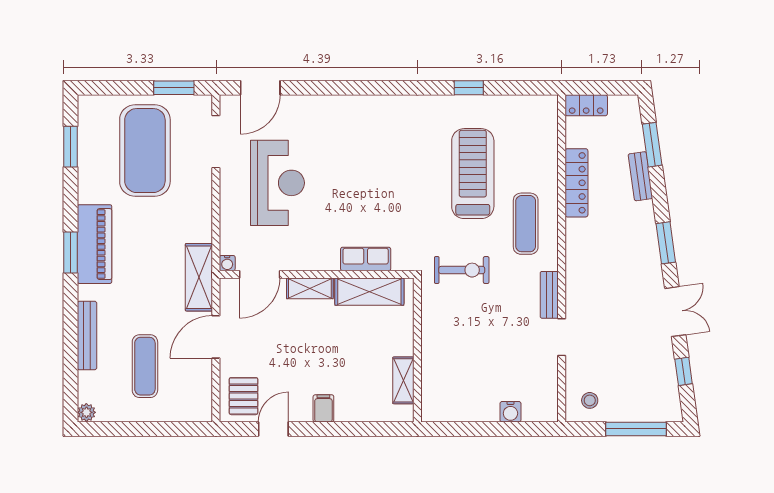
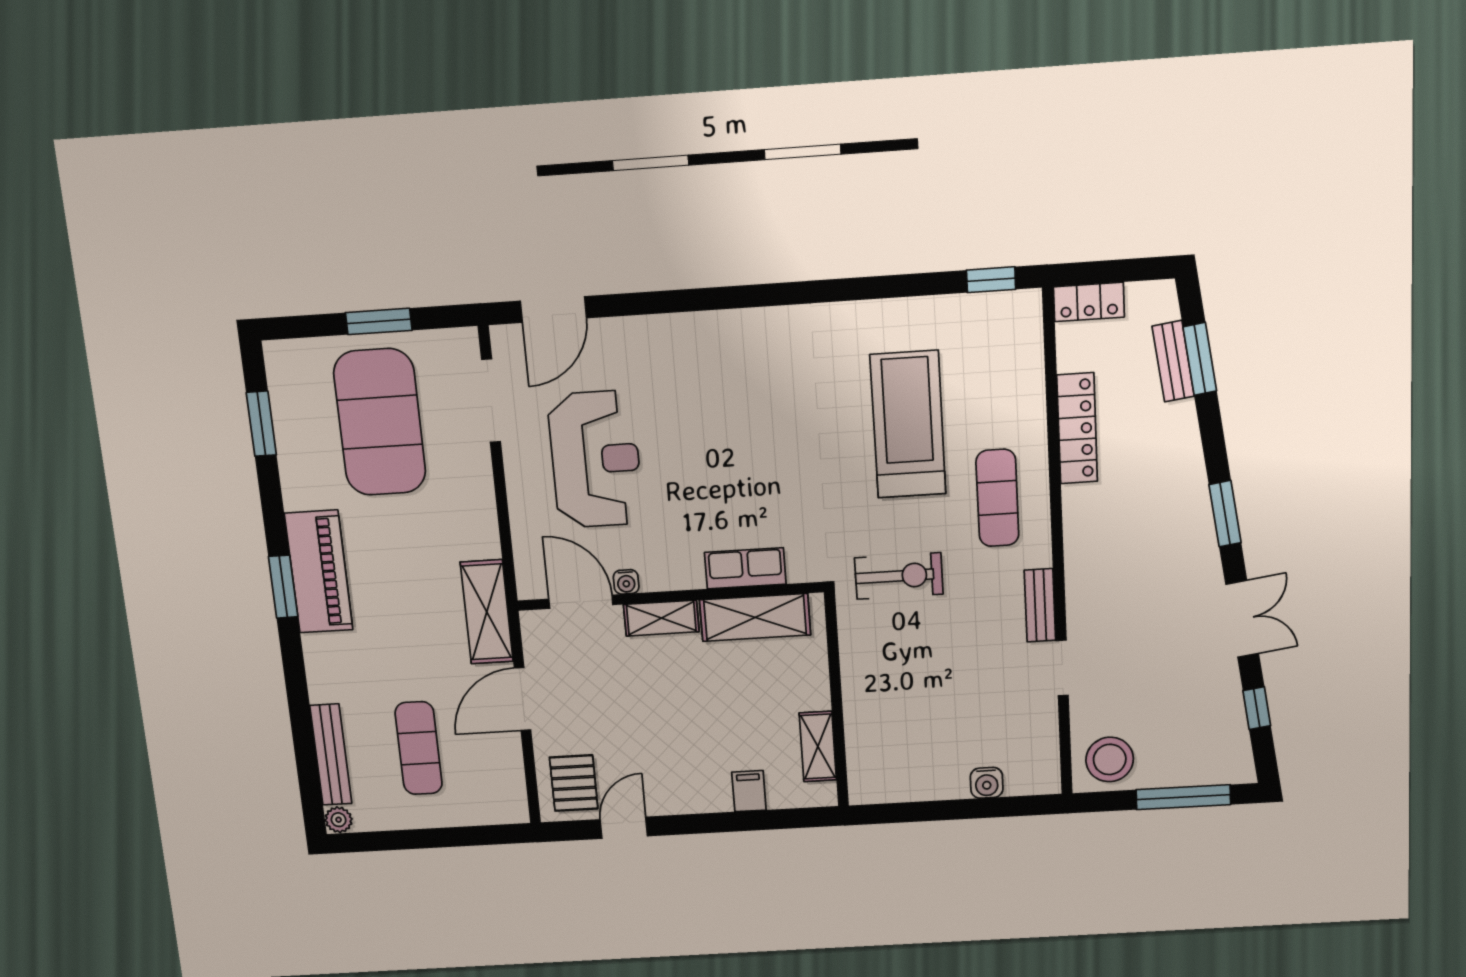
window: (174, 88) -> (379, 321), moved
window: (469, 88) -> (991, 280), moved
bench: (640, 176) -> (1173, 361), moved
water cooler: (227, 263) -> (626, 582), moved
door: (260, 274) -> (581, 602), swing flipped
bench: (87, 335) -> (331, 755), moved
stool: (590, 400) -> (1110, 759), width x1.89, depth x1.89
filing cabinet: (323, 408) -> (749, 791), moved

